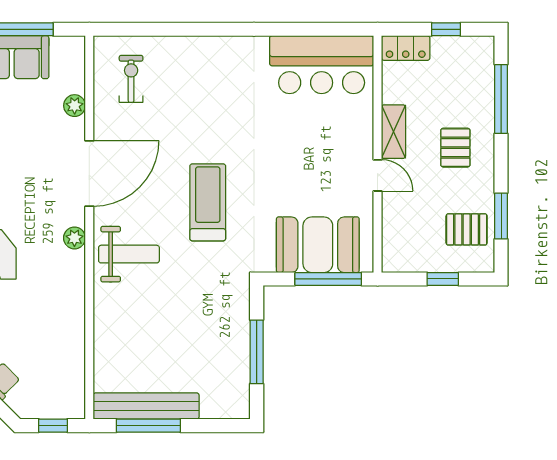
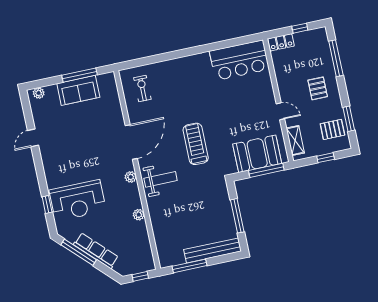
plant: (75, 106) -> (139, 215), moved
shelving: (393, 132) -> (295, 140), moved
bench: (146, 406) -> (213, 250), moved

